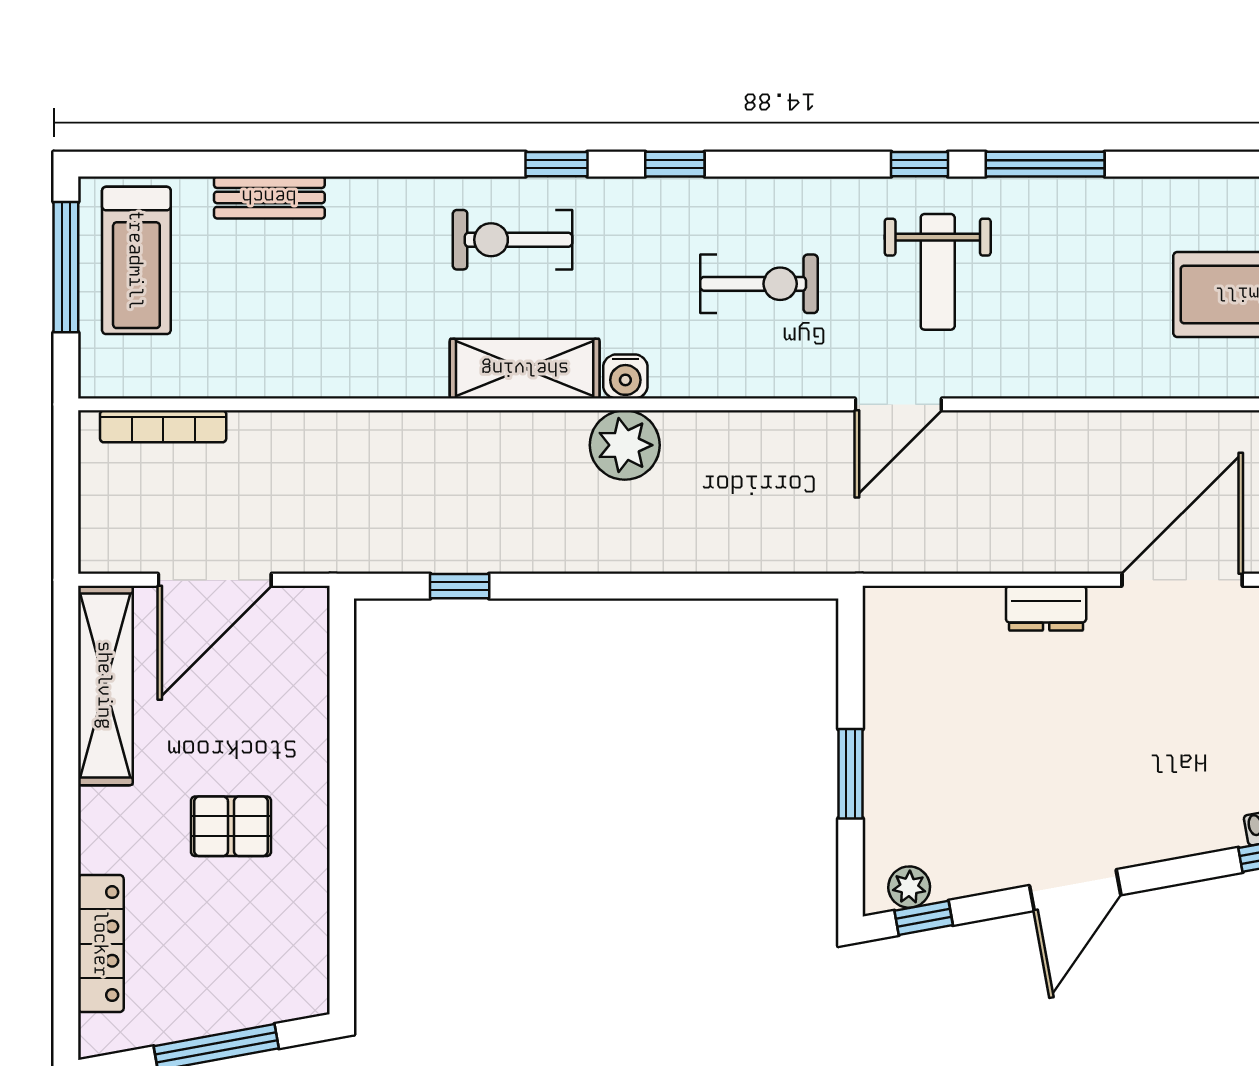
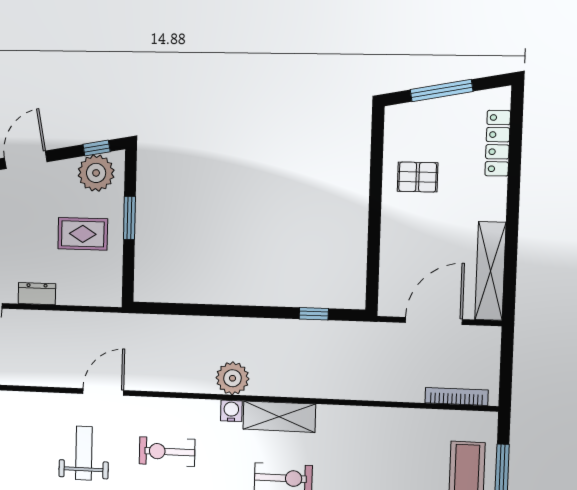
rug: (950, 738) -> (83, 234), added
pallet: (231, 826) -> (418, 177), moved
plant: (909, 887) -> (96, 173), width x1.88, depth x1.88

